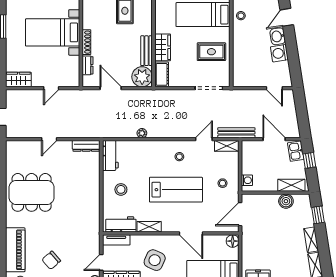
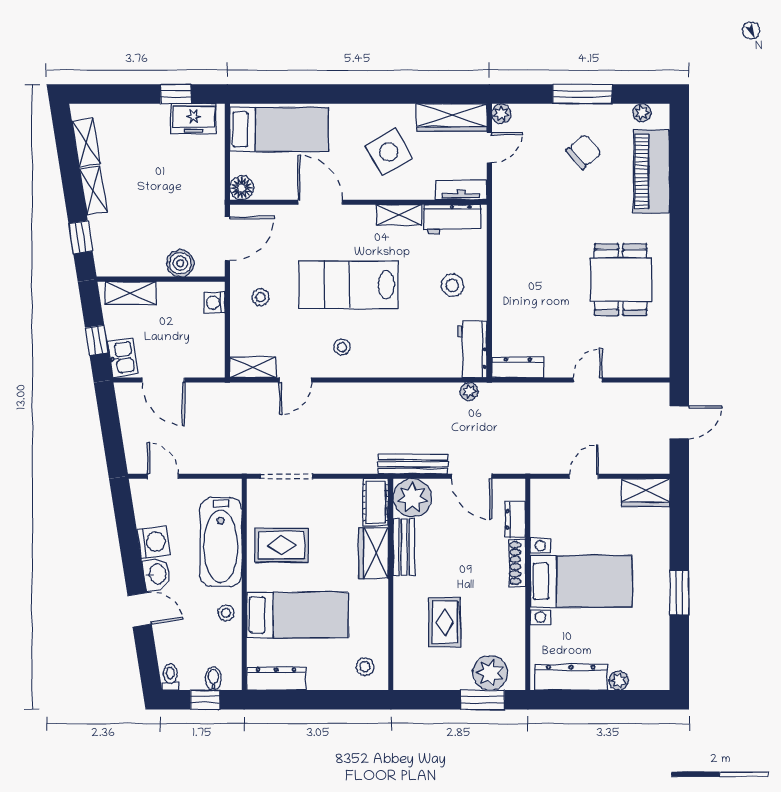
door: (287, 17) -> (140, 610), hinge flipped
bathtub: (244, 53) -> (221, 542), added
plant: (142, 133) -> (469, 391), moved
bench: (236, 133) -> (413, 464), moved
dining table: (32, 192) -> (621, 280), width x0.73
boiler: (286, 201) -> (180, 263), moved
side table: (155, 260) -> (389, 152), turned 36

